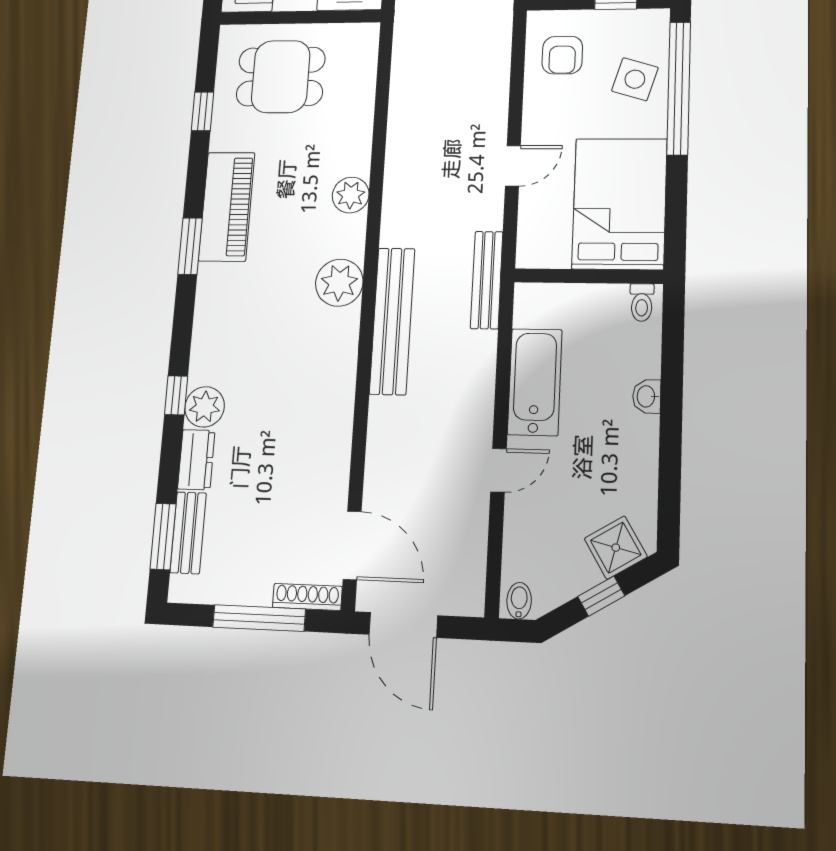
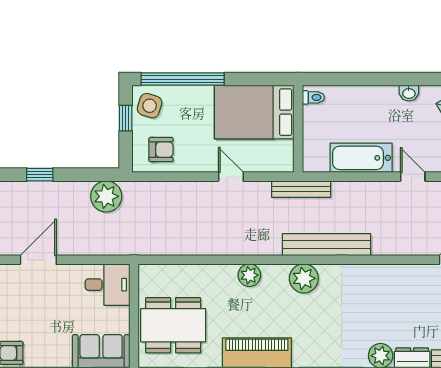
dining table: (281, 77) -> (173, 325), width x1.38
side table: (635, 79) -> (150, 106), moved
washbasin: (647, 396) -> (409, 93), moved

